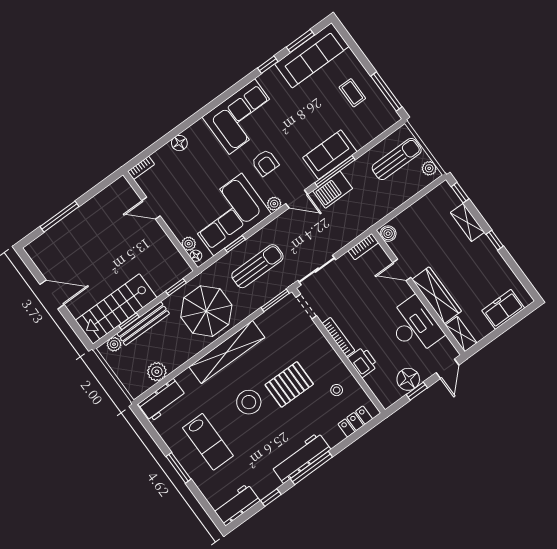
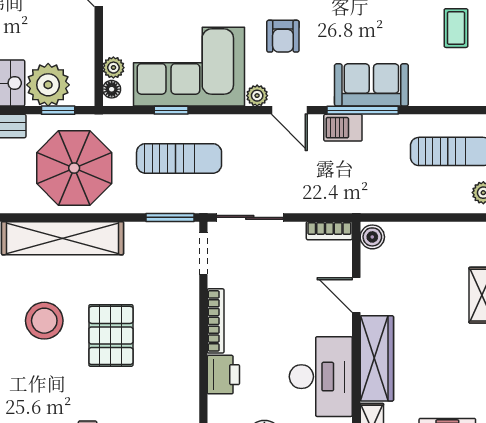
barbecue: (333, 190) -> (343, 128), width x0.73, depth x0.79
plant: (161, 278) -> (48, 85), added
pallet: (289, 384) -> (111, 335), turned 90
stool: (337, 390) -> (165, 386), removed

